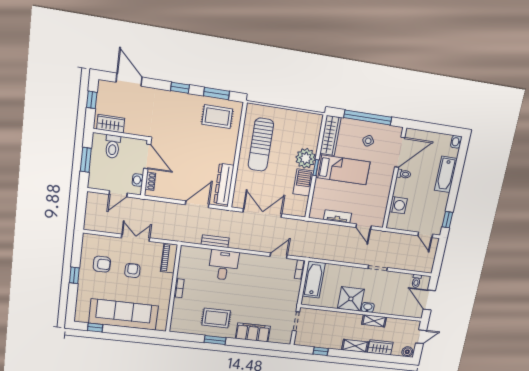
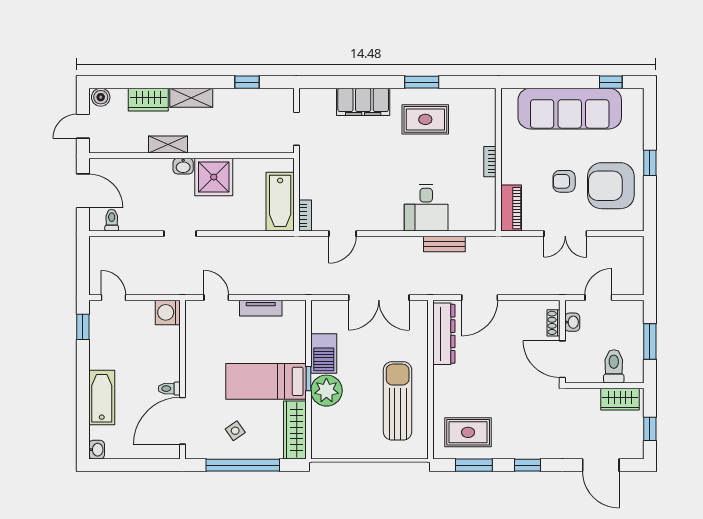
washing machine: (398, 205) -> (168, 312), moved
armchair: (102, 264) -> (611, 186), width x1.88, depth x1.88
armchair: (132, 271) -> (564, 181), turned 90

